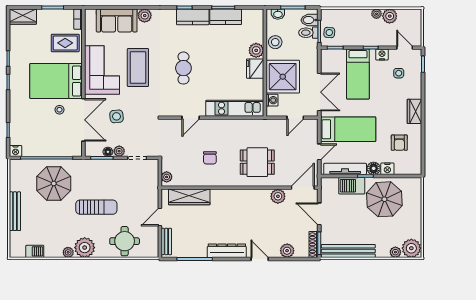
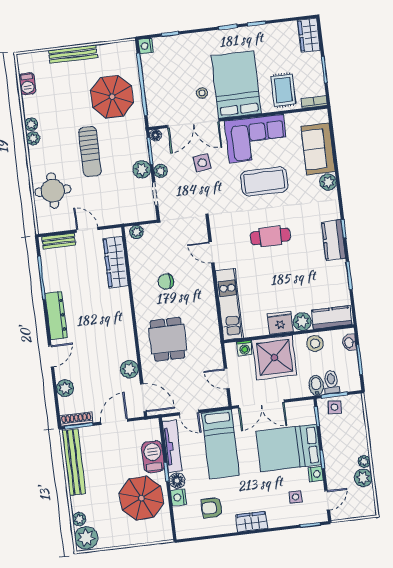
kitchen counter: (226, 17) -> (331, 317), moved, turned 90
bidet: (310, 20) -> (316, 385), moved
bed: (358, 74) -> (289, 448), width x1.50
floor lamp: (108, 152) -> (156, 135), moved
plant: (116, 166) -> (142, 169), added
plant: (85, 248) -> (33, 138), width x0.53, depth x0.53

